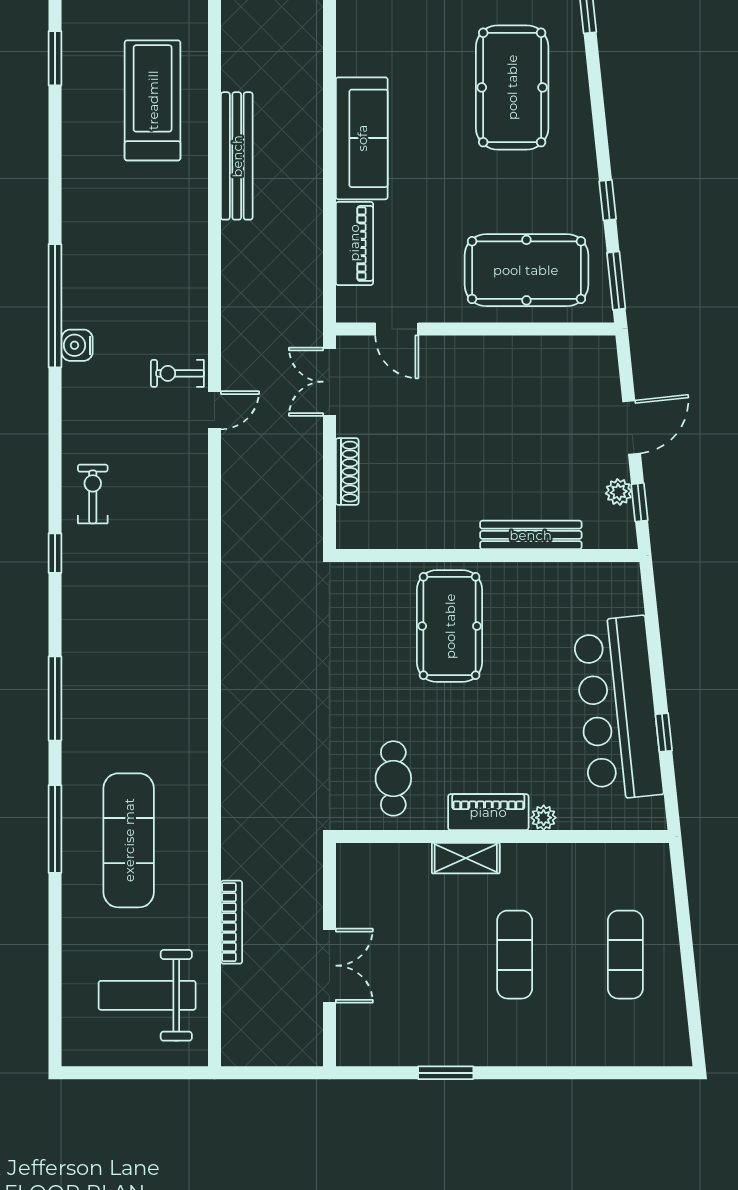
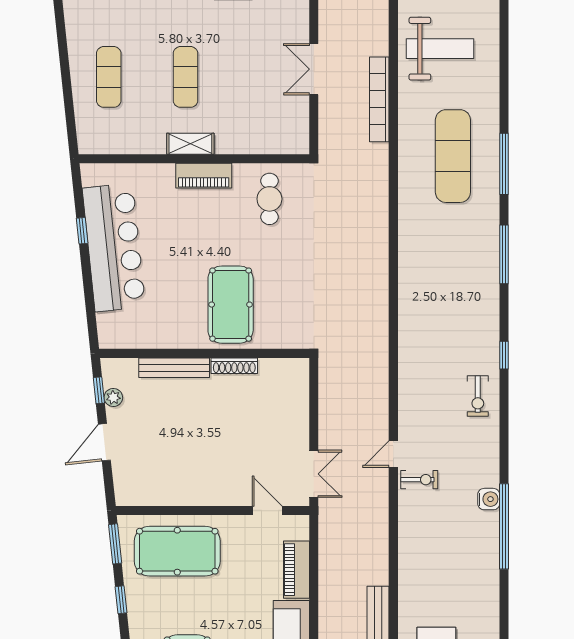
shoe rack: (347, 472) -> (234, 366), moved, turned -90
plant: (544, 818) -> (165, 172), removed
shelving: (466, 858) -> (190, 144), moved
bookcase: (232, 922) -> (379, 99), width x1.48, depth x1.31

